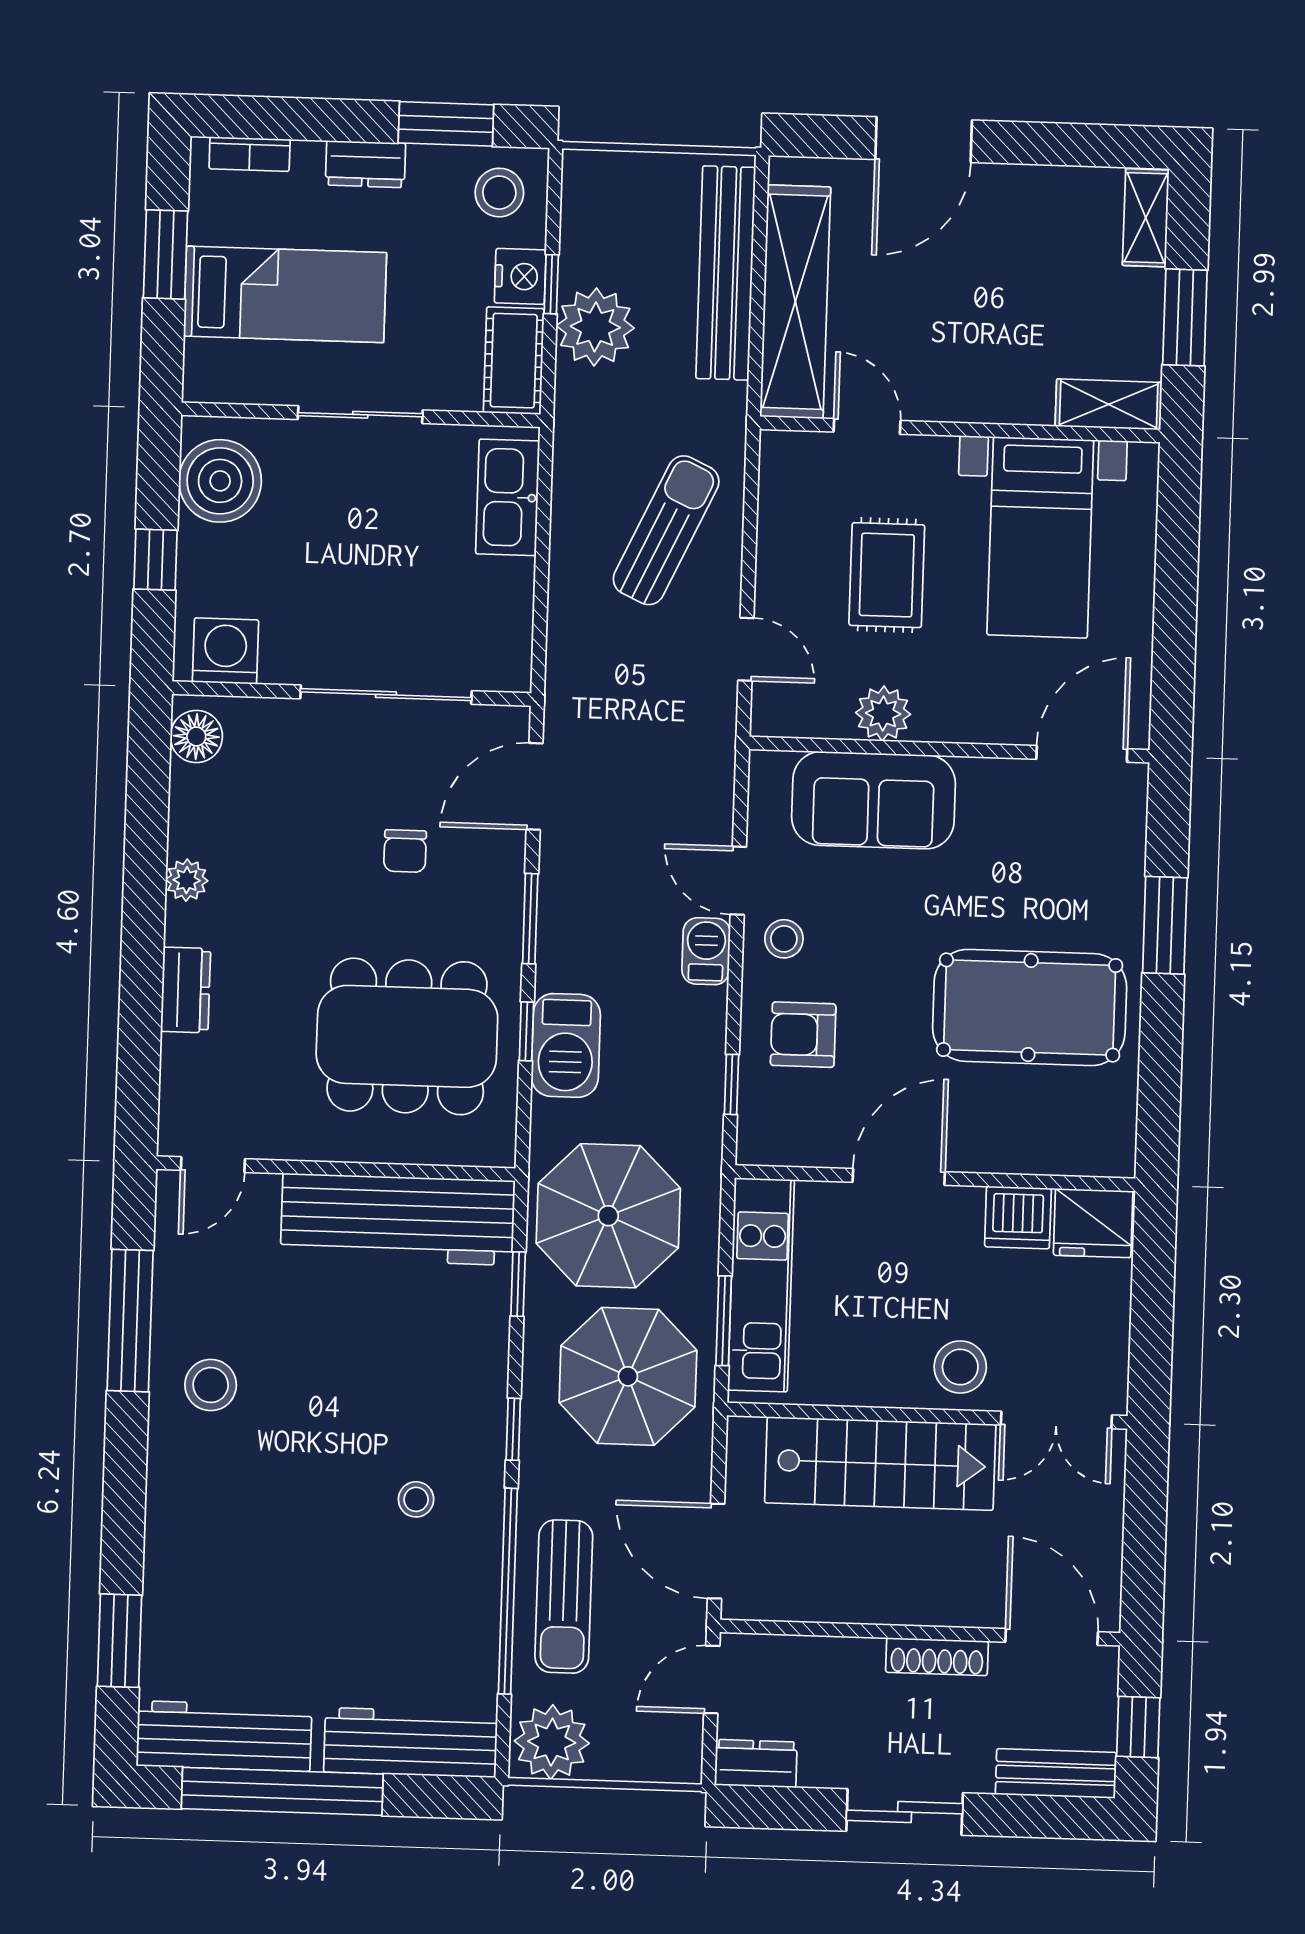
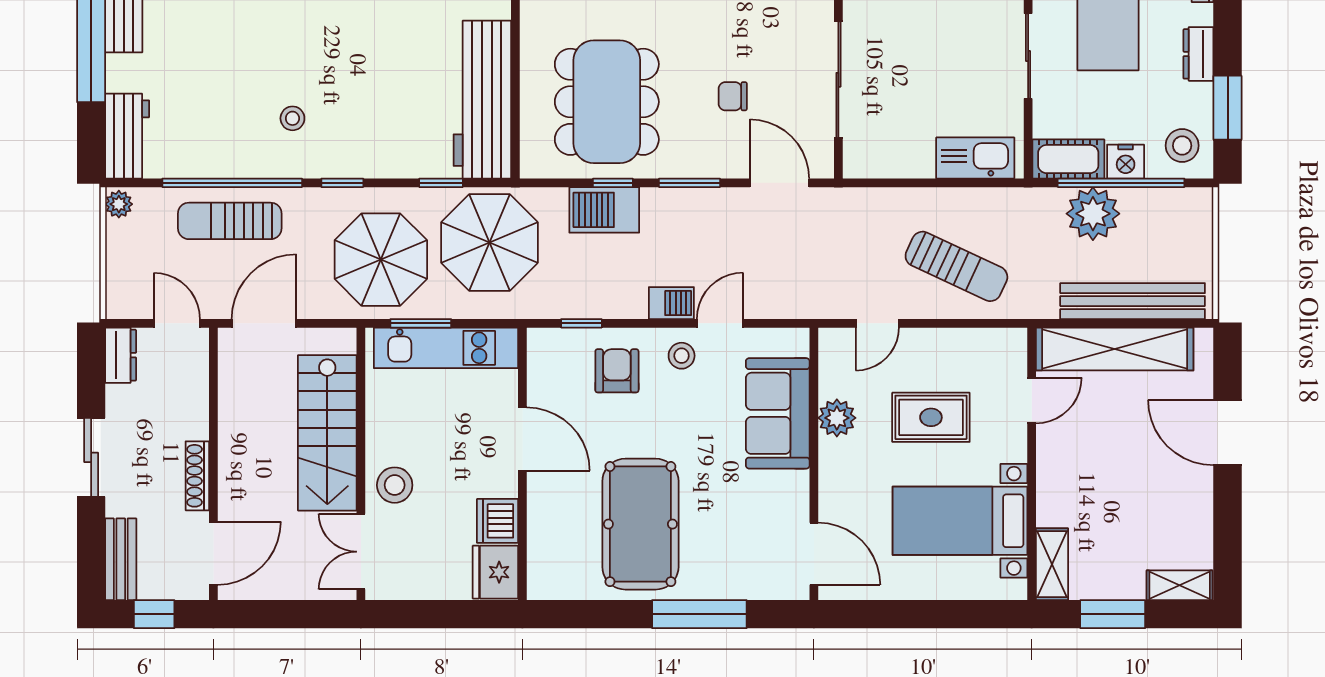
window: (551, 284) -> (1121, 183), width x3.17
window: (1165, 925) -> (699, 614), width x1.44
plant: (552, 1742) -> (119, 204), width x0.53, depth x0.53
workbench: (411, 1743) -> (127, 136), width x0.73

